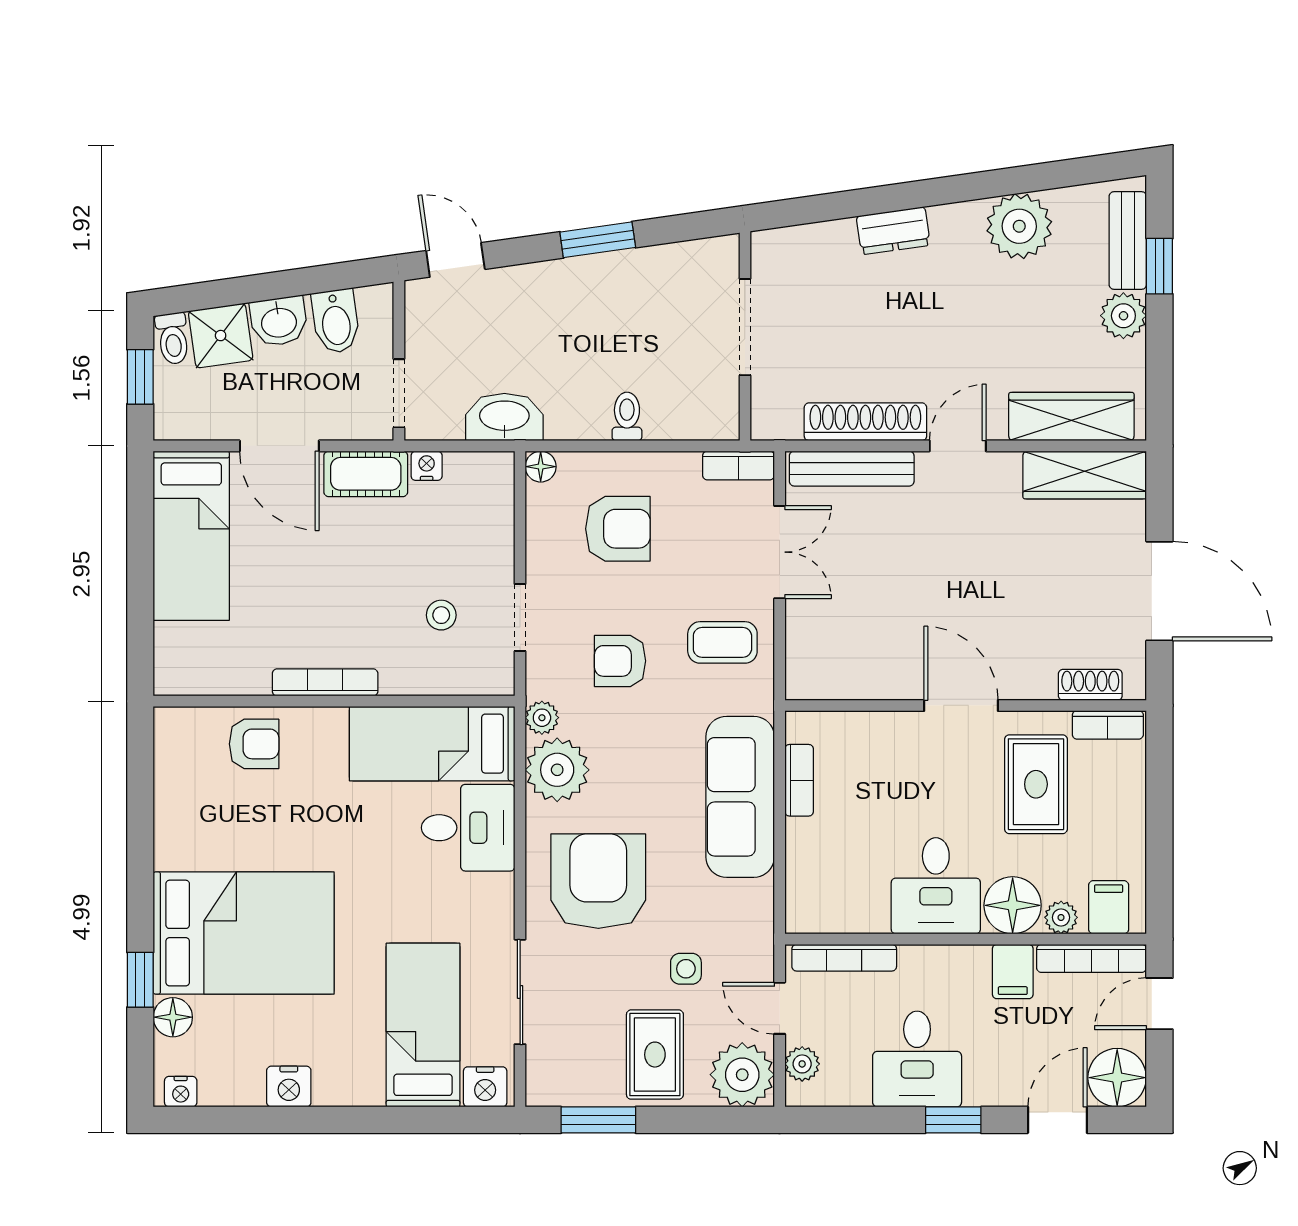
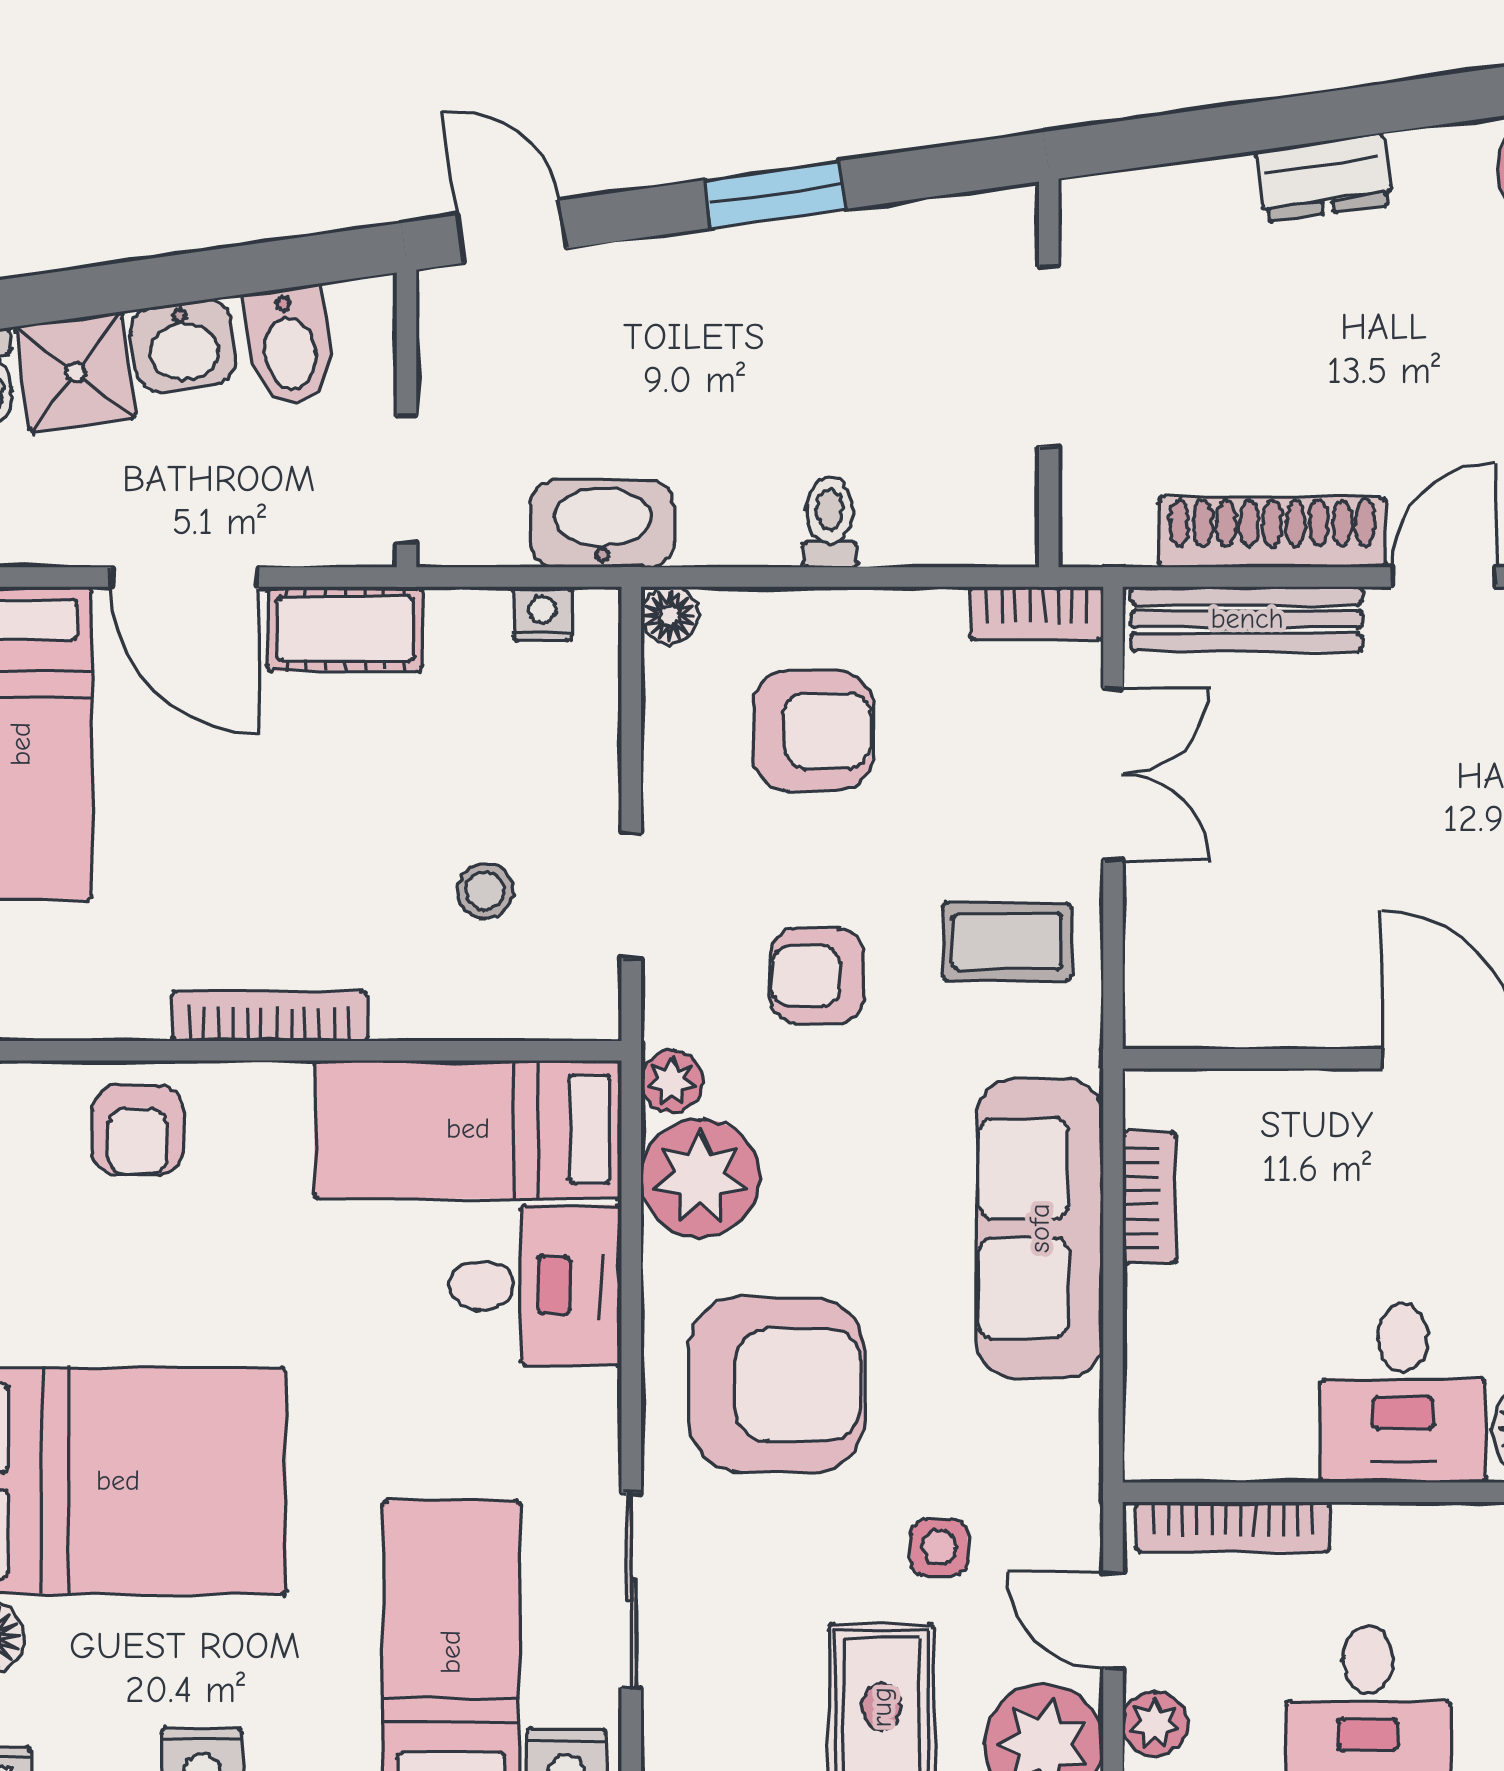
nightstand: (427, 466) -> (542, 614), moved
armchair: (254, 744) -> (138, 1130), turned 90
armchair: (598, 881) -> (777, 1385), turned 90

